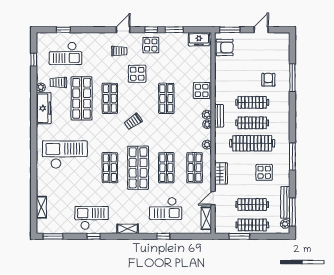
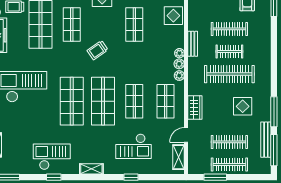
plant: (207, 115) -> (179, 64), moved
clothes rail: (252, 123) -> (229, 51), width x0.73
window: (292, 157) -> (274, 112), moved
shop shelf: (110, 168) -> (72, 101), width x1.43, depth x1.36
plant: (285, 224) -> (266, 163), removed

